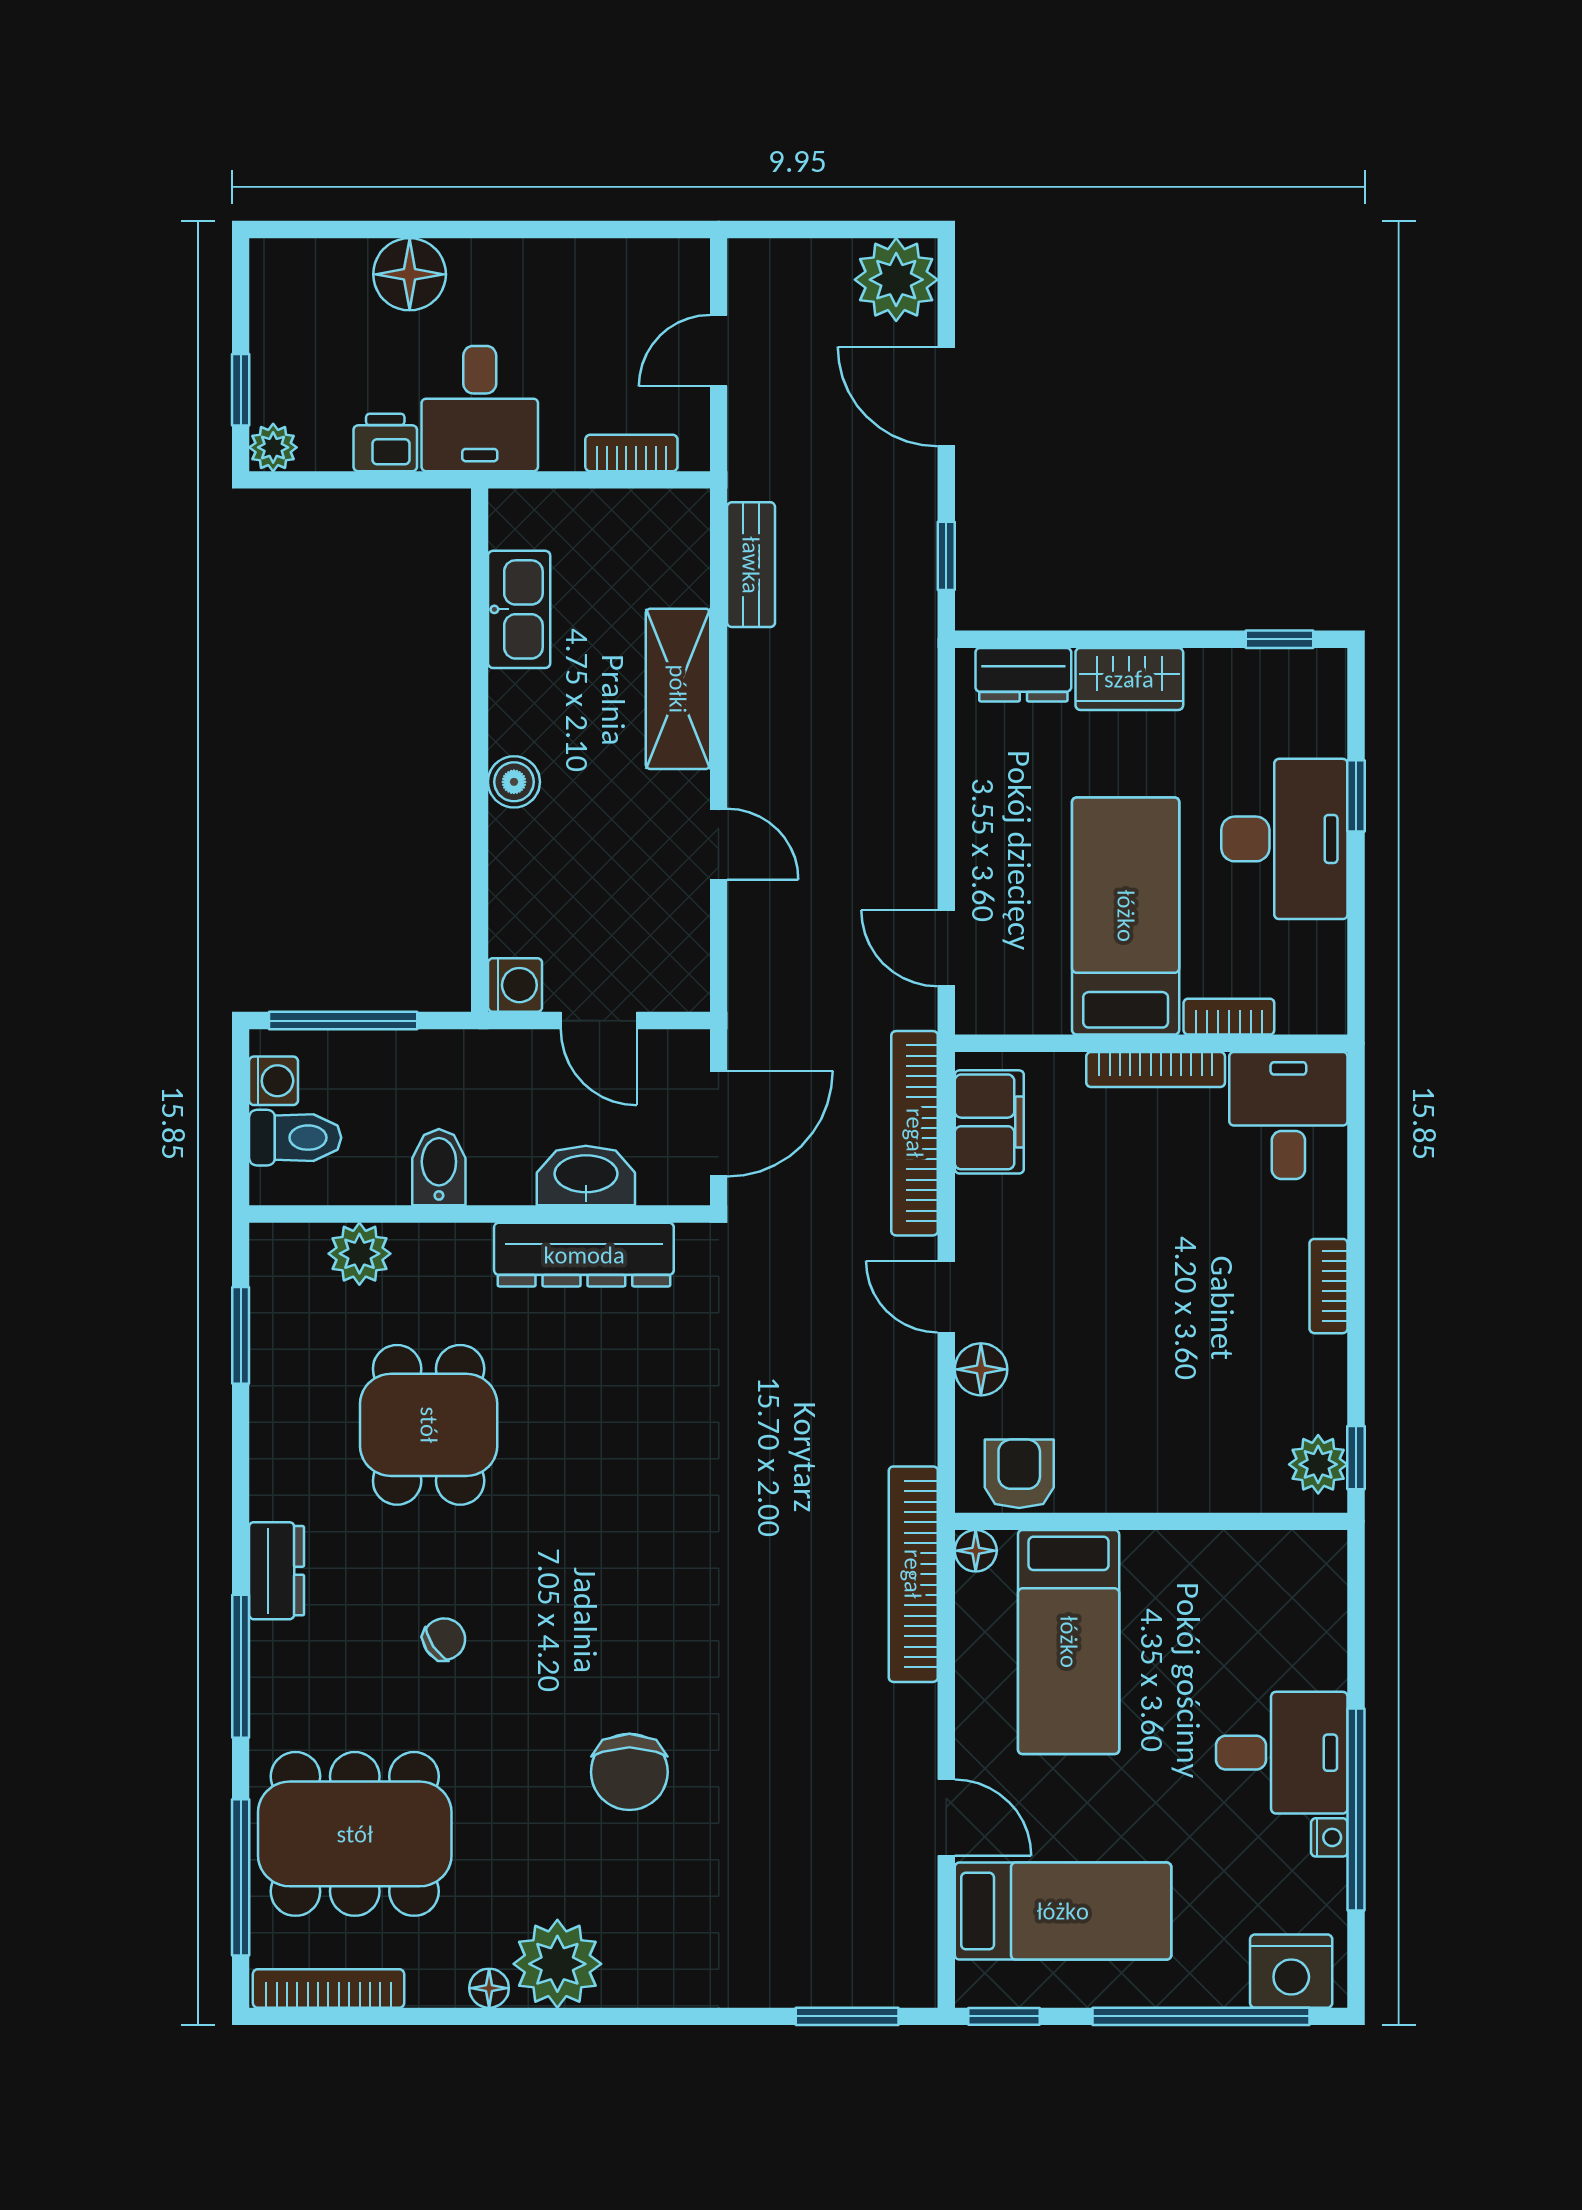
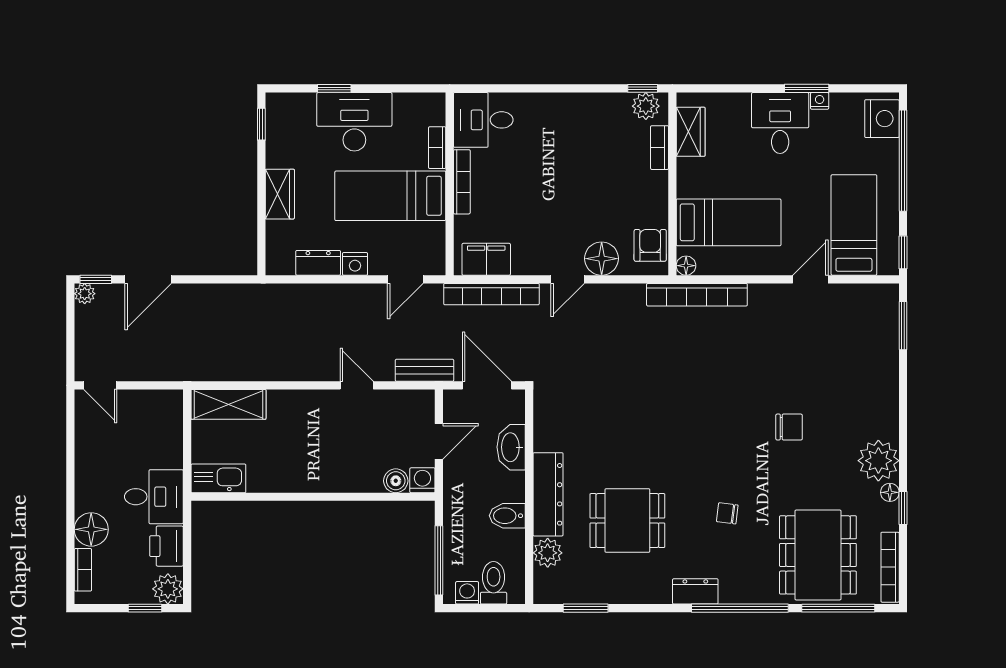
plant: (896, 280) -> (85, 294), width x0.53, depth x0.53
door: (719, 351) -> (100, 385), moved
printer: (385, 443) -> (166, 546), width x1.36, depth x1.24
plant: (273, 447) -> (168, 589), width x1.38, depth x1.38
bookcase: (631, 453) -> (83, 570), moved, turned 180
window: (946, 556) -> (96, 279), moved
bench: (751, 565) -> (425, 370), moved
kitchen sink: (519, 609) -> (218, 478), moved
dresser: (1023, 675) -> (318, 263), moved, turned -90
shelving: (678, 689) -> (228, 404), moved
boiler: (514, 782) -> (396, 481), moved
nightstand: (979, 840) -> (355, 264), added
door: (719, 844) -> (357, 385), hinge flipped
dresser: (584, 1255) -> (548, 494), moved
bookcase: (1329, 1286) -> (660, 148), moved, turned 90
floor lamp: (981, 1369) -> (602, 259), width x1.38, depth x1.38
armchair: (1019, 1474) -> (650, 245), turned 90
wardrobe: (1263, 1561) -> (691, 132), added
chair: (444, 1639) -> (727, 513), turned -49
window: (241, 1666) -> (740, 608), width x1.46
chair: (629, 1772) -> (789, 427), width x0.73, depth x0.73
window: (1356, 1810) -> (807, 88), width x0.47
window: (456, 2016) -> (903, 508), added

